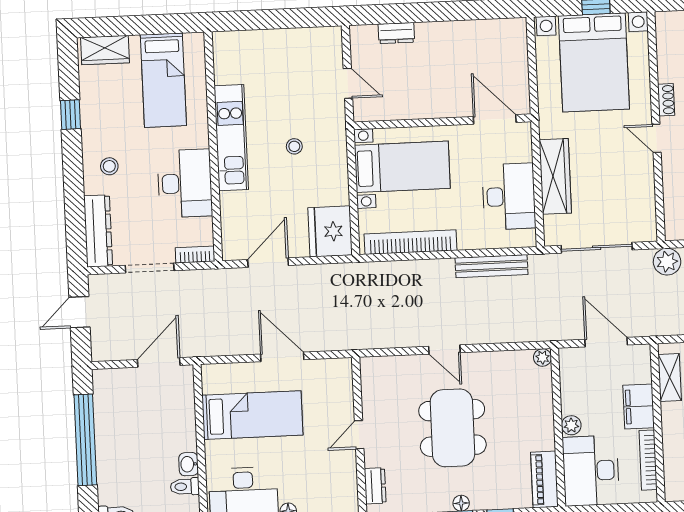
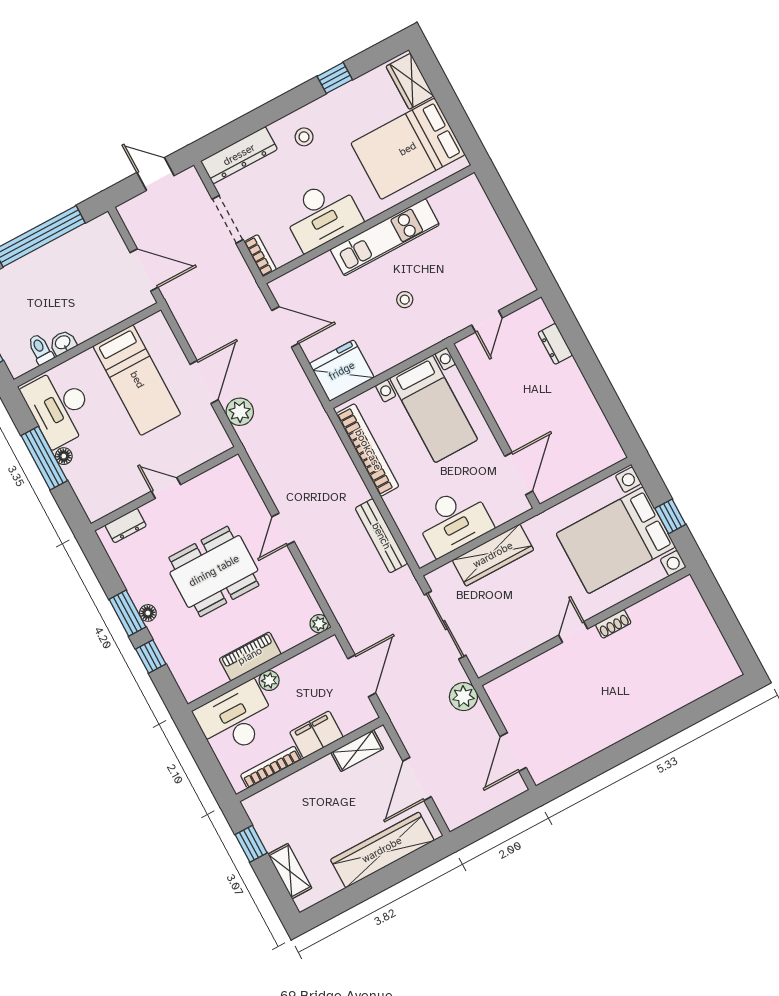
bed: (163, 80) -> (408, 149), width x1.50
plant: (323, 338) -> (240, 412), added
piano: (544, 479) -> (250, 656), moved

